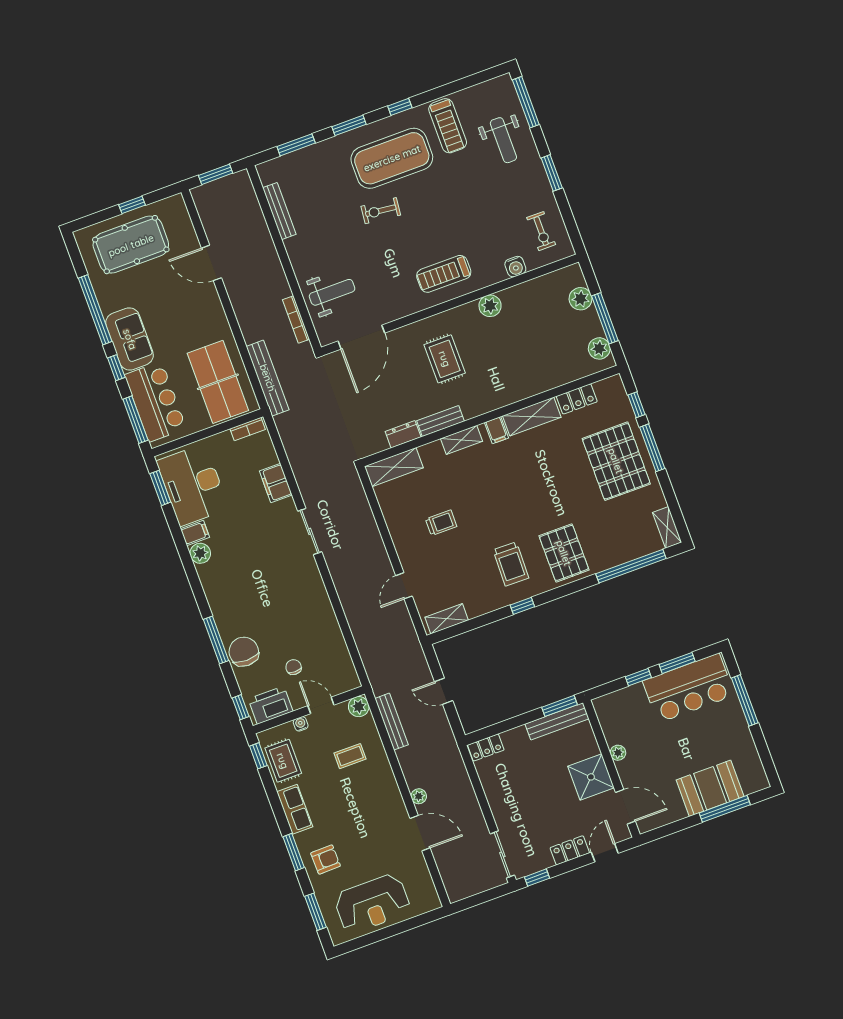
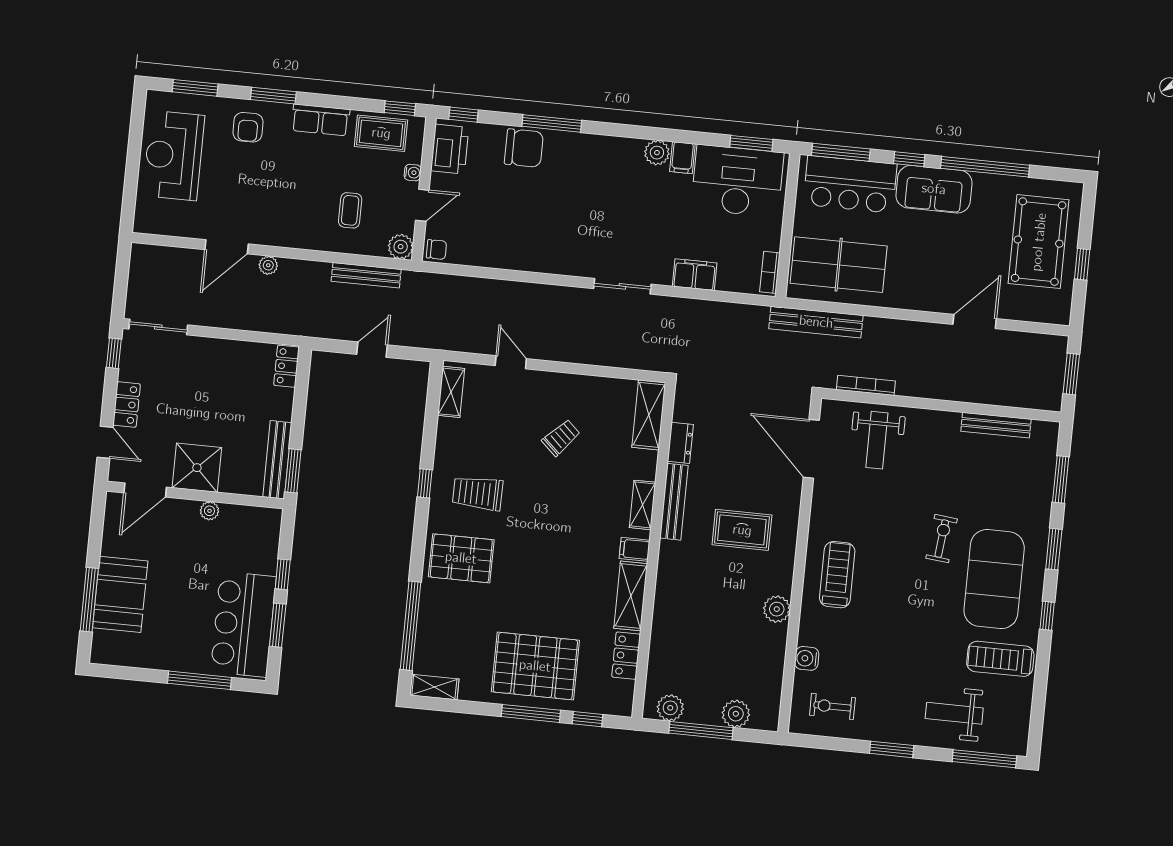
bench: (440, 421) -> (674, 502), width x1.36
trolley: (441, 523) -> (561, 438), turned -137
chair: (294, 667) -> (436, 250), moved

